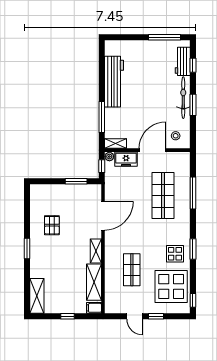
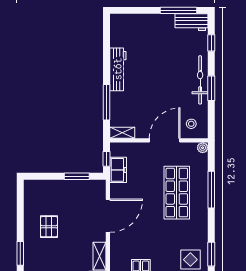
workbench: (183, 61) -> (191, 22), moved, turned -90
workbench: (114, 82) -> (118, 69), width x0.73, depth x0.76
plant: (109, 157) -> (203, 148), moved
freezer: (126, 159) -> (118, 170), moved, turned -90

